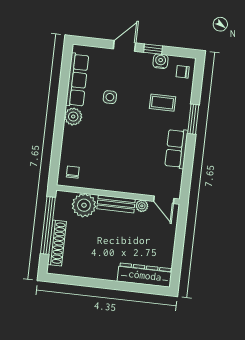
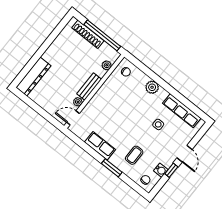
plant: (73, 117) -> (152, 87), moved
plant: (84, 205) -> (107, 65), width x0.53, depth x0.53

